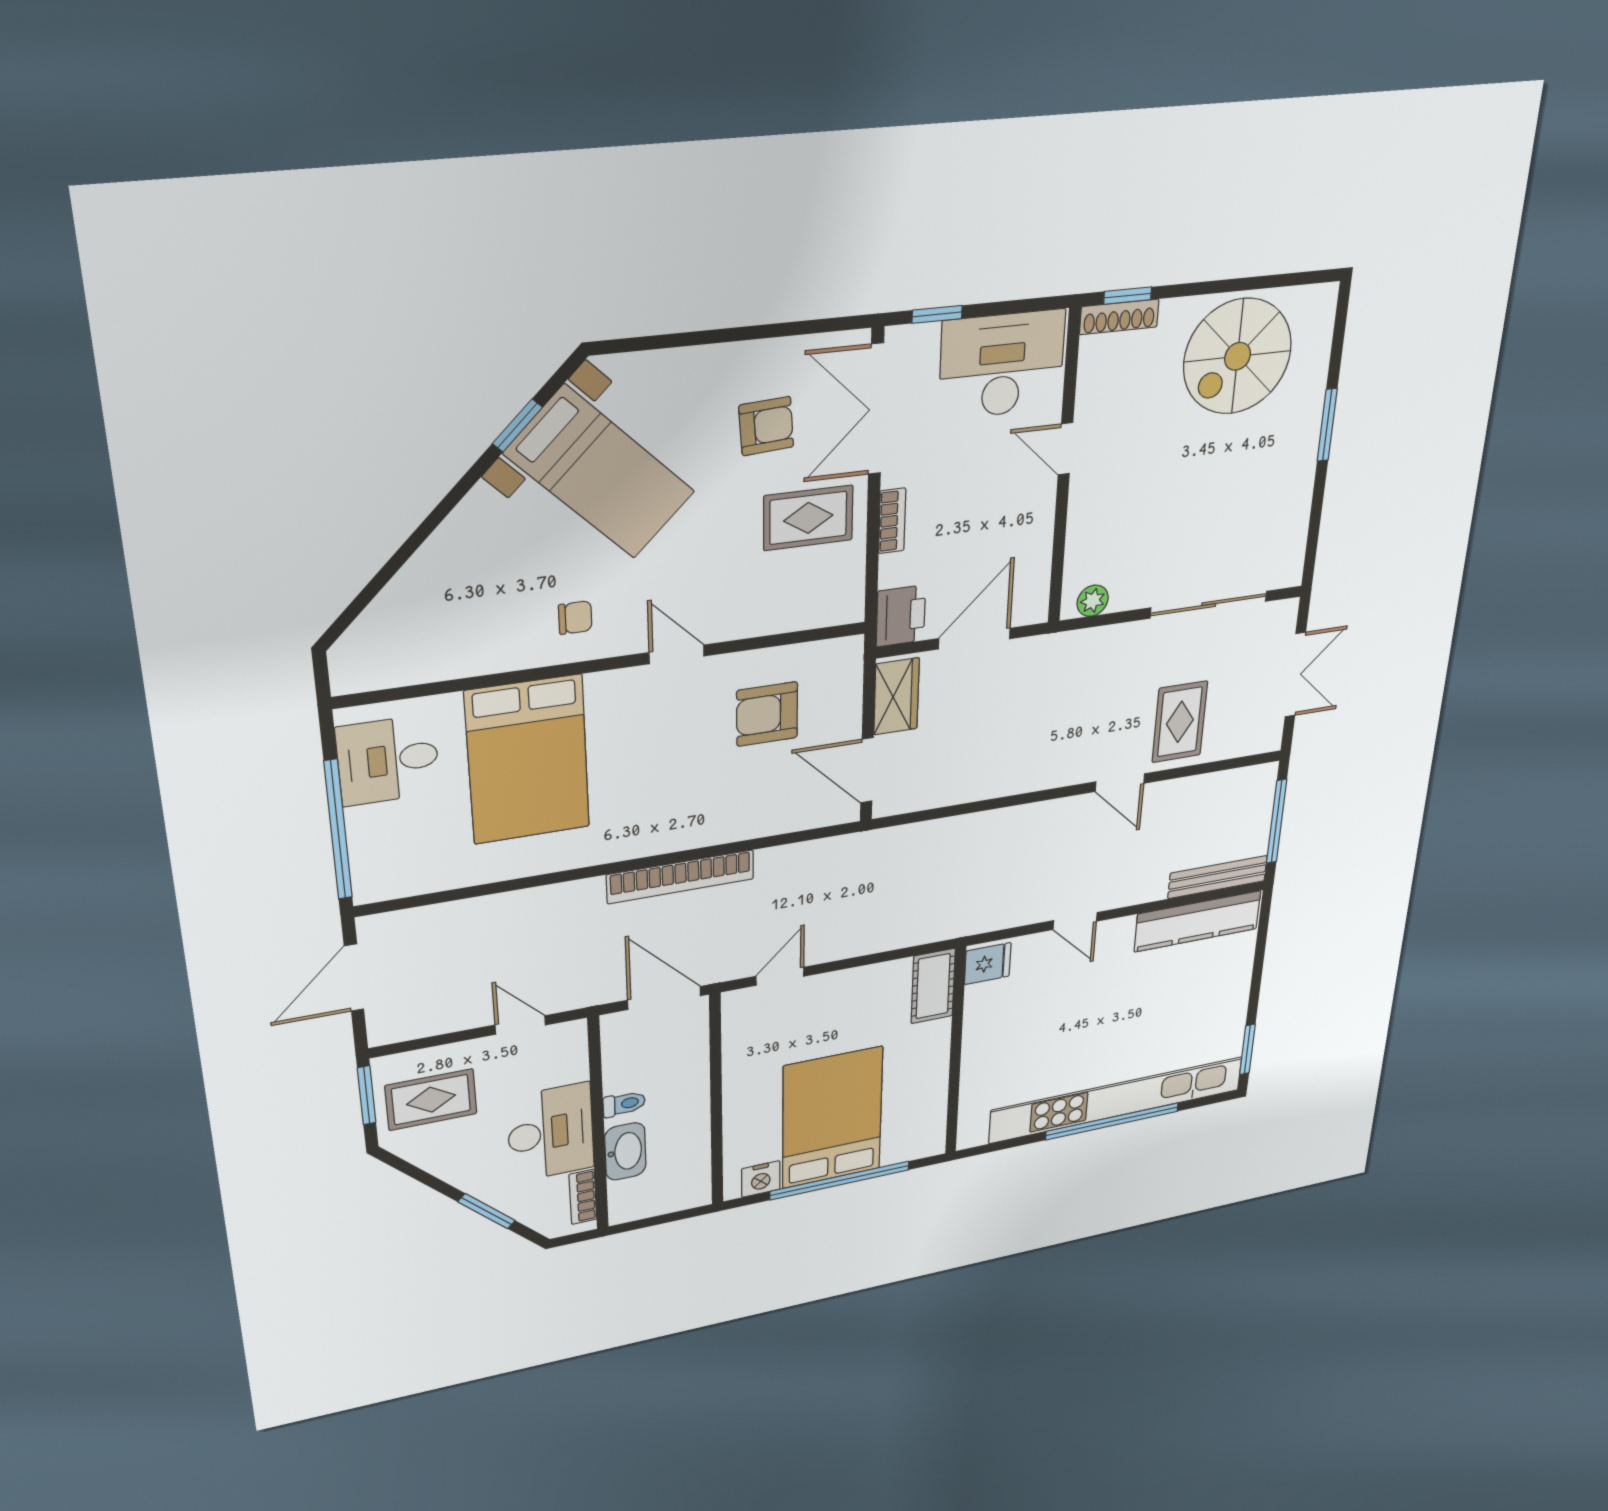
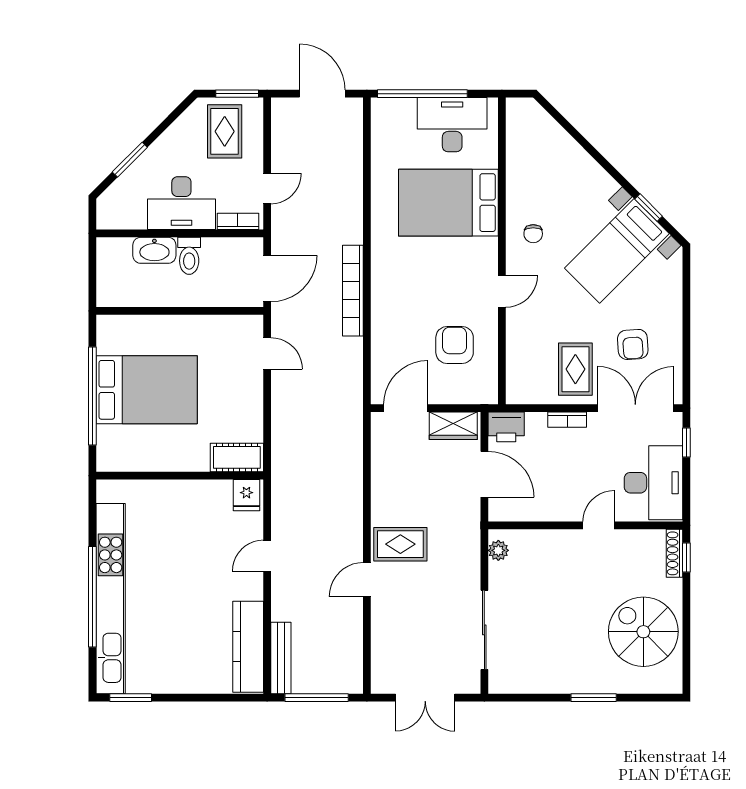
rug: (1180, 722) -> (400, 544), moved
desk: (388, 760) -> (452, 125), width x1.37
toilet: (624, 1104) -> (189, 256), width x1.37, depth x1.39
nightstand: (761, 1179) -> (108, 341), removed
bookcase: (583, 1197) -> (238, 221), moved

